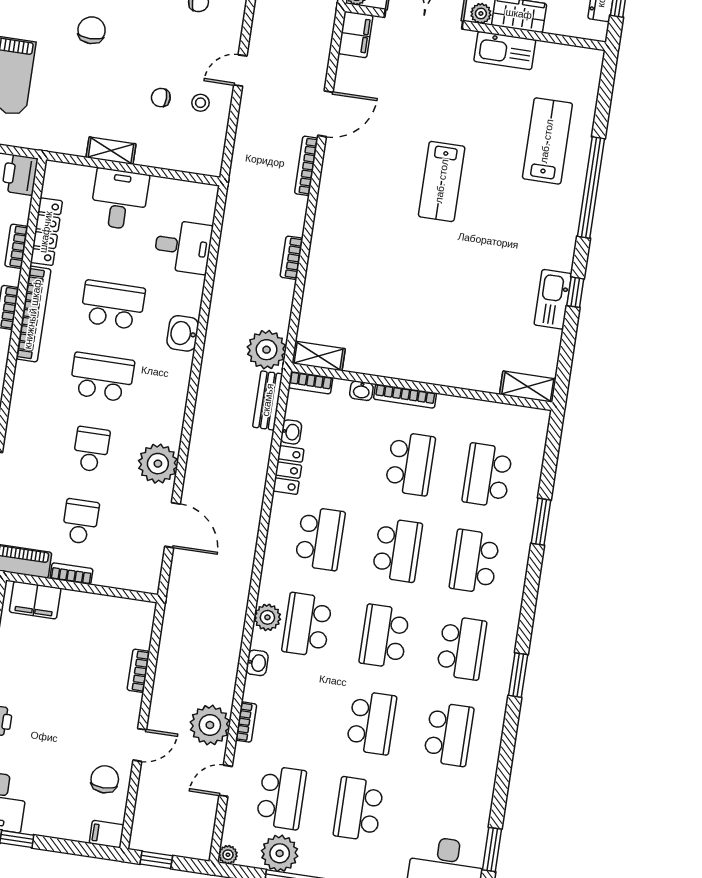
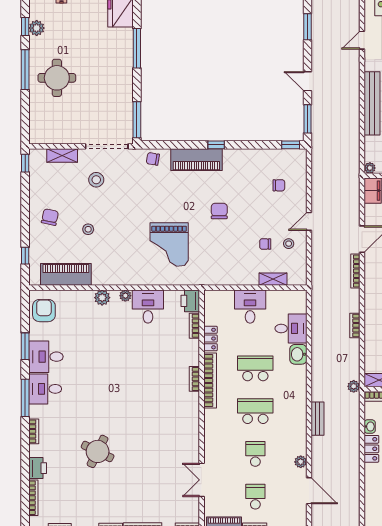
shelving: (111, 151) -> (273, 279), moved
locker: (46, 232) -> (210, 339), width x0.66
bookcase: (16, 246) -> (194, 326), moved
washbasin: (183, 333) -> (298, 354), moved
plant: (267, 350) -> (354, 386), width x0.53, depth x0.53
bench: (268, 400) -> (318, 419), moved
plant: (158, 464) -> (301, 462), width x0.53, depth x0.53

